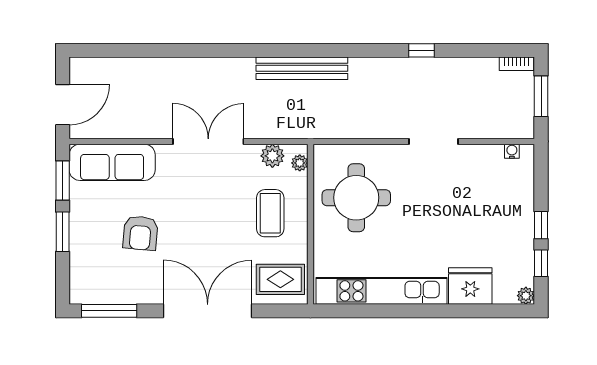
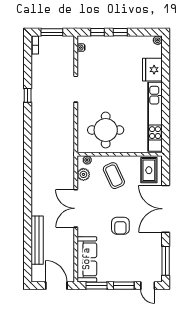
bench: (302, 68) -> (37, 240), moved
coffee table: (270, 213) -> (114, 176), turned 65
armchair: (140, 233) -> (120, 226), moved, turned 85
window: (541, 263) -> (98, 32), moved
door: (63, 277) -> (148, 286), added

